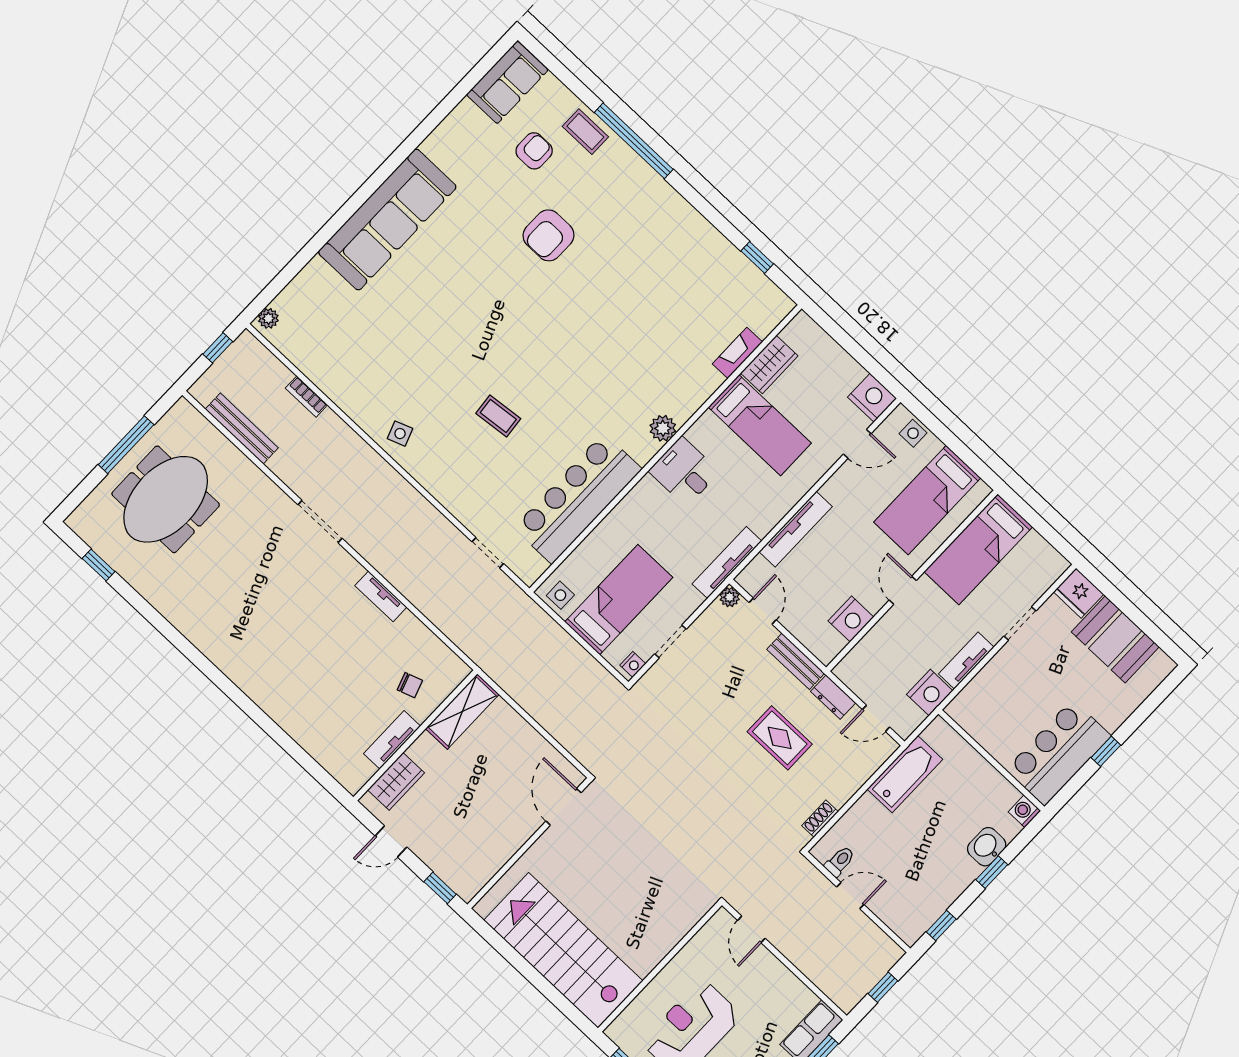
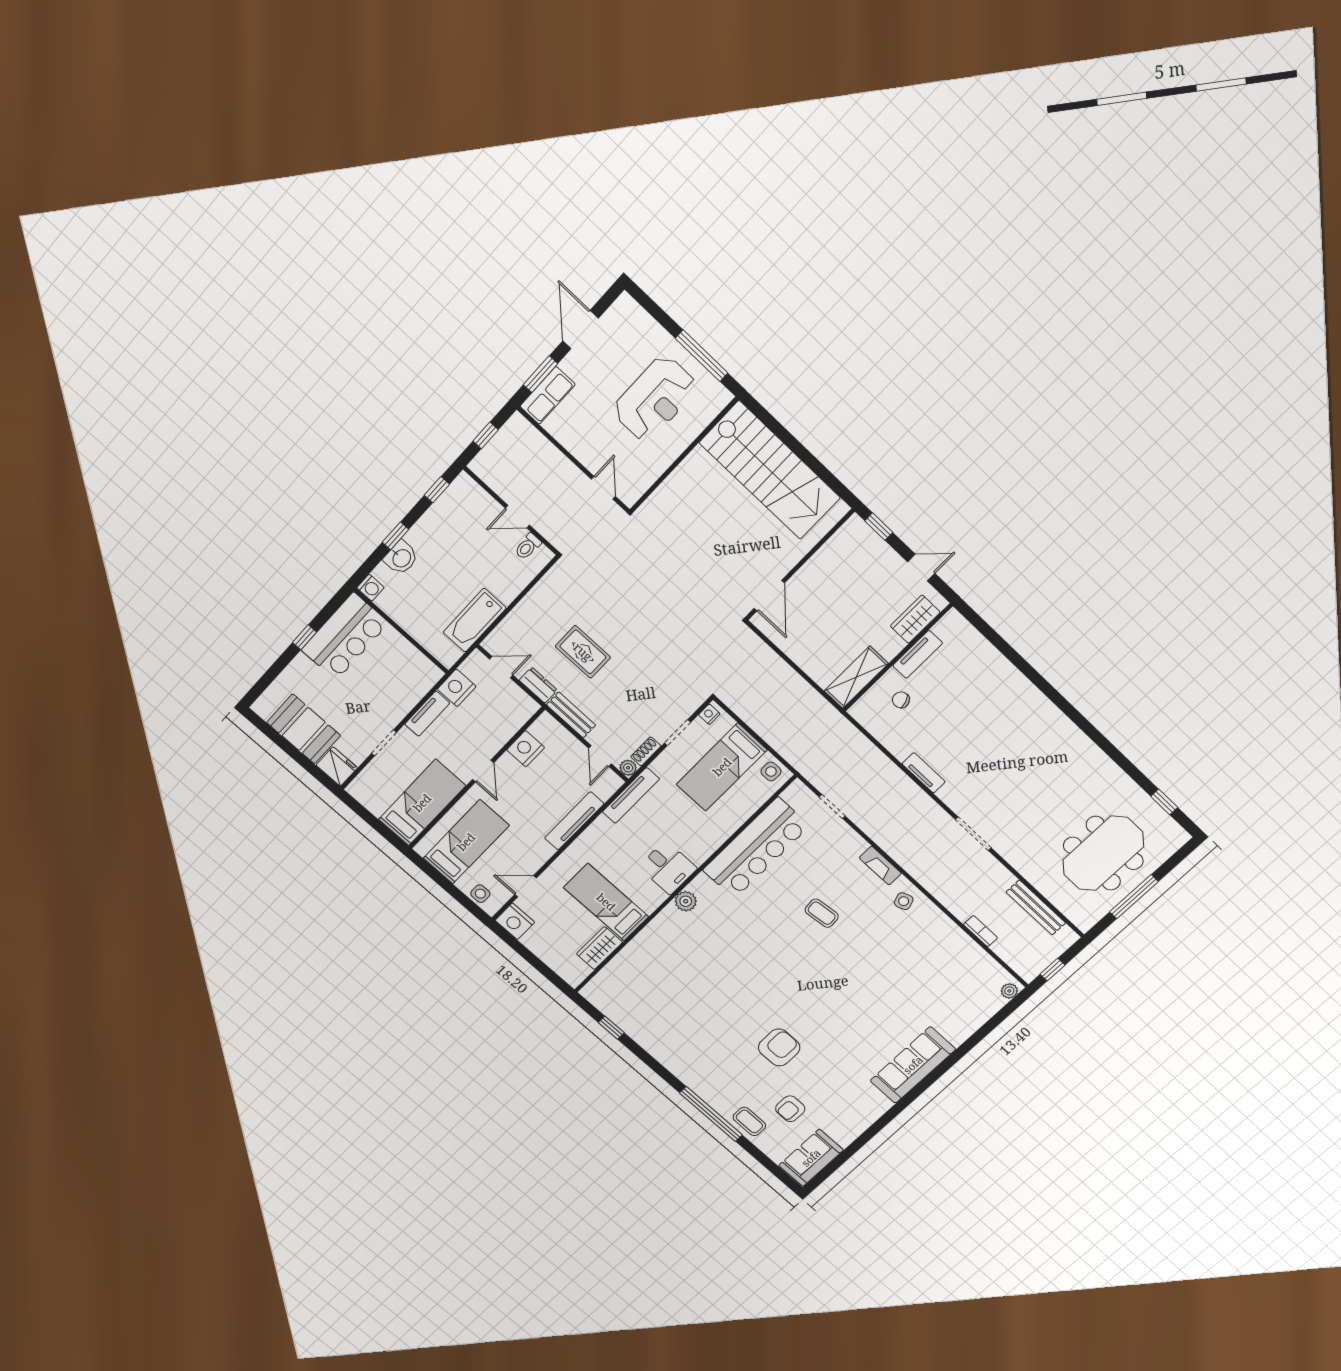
sofa: (387, 220) -> (913, 1065), width x0.74, depth x0.79
fireplace: (737, 353) -> (880, 866), moved, turned 90
shoe rack: (820, 819) -> (646, 751), moved, turned 180

